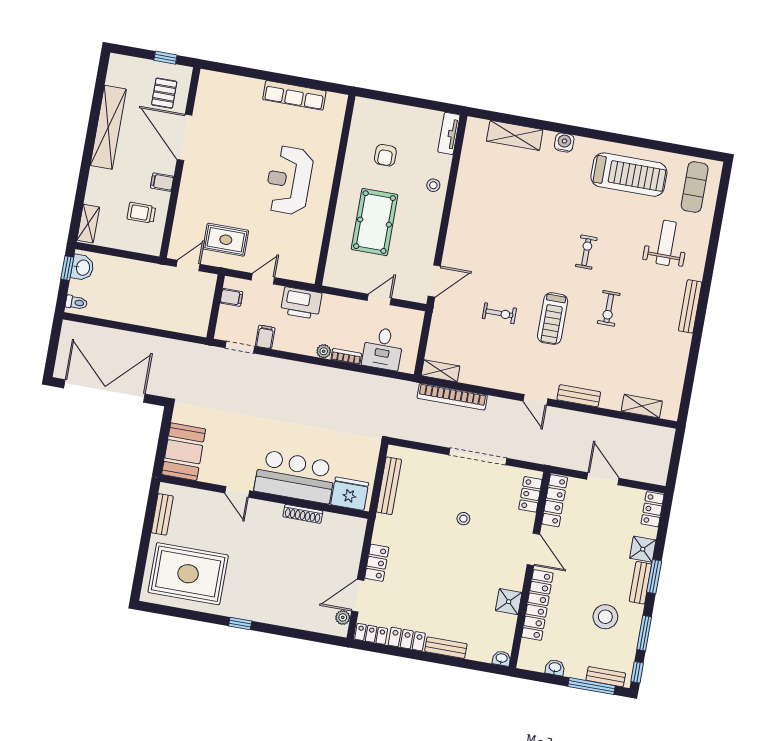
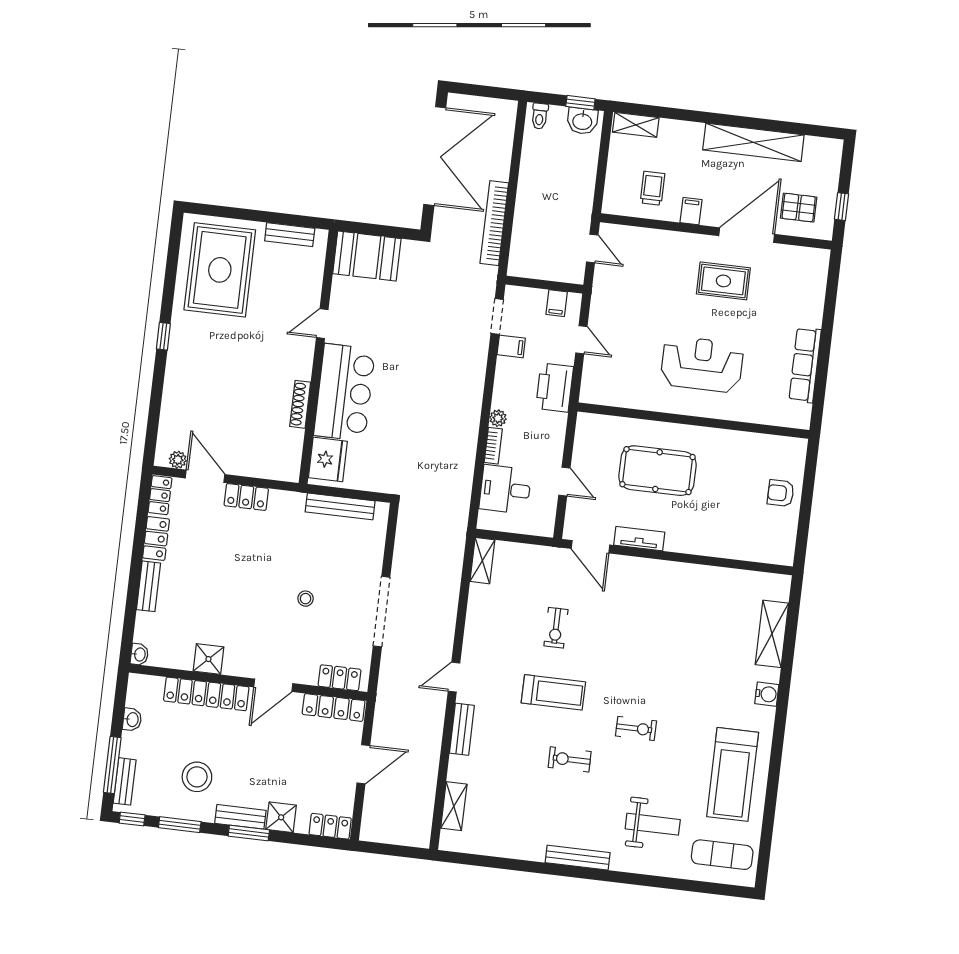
tv unit: (449, 133) -> (639, 539), moved
armchair: (385, 155) -> (781, 493), moved
stool: (433, 185) -> (706, 539), removed
rug: (226, 240) -> (723, 281), moved, turned 90
treadmill: (553, 319) -> (553, 692), turned 180
bookcase: (452, 397) -> (494, 223), moved

